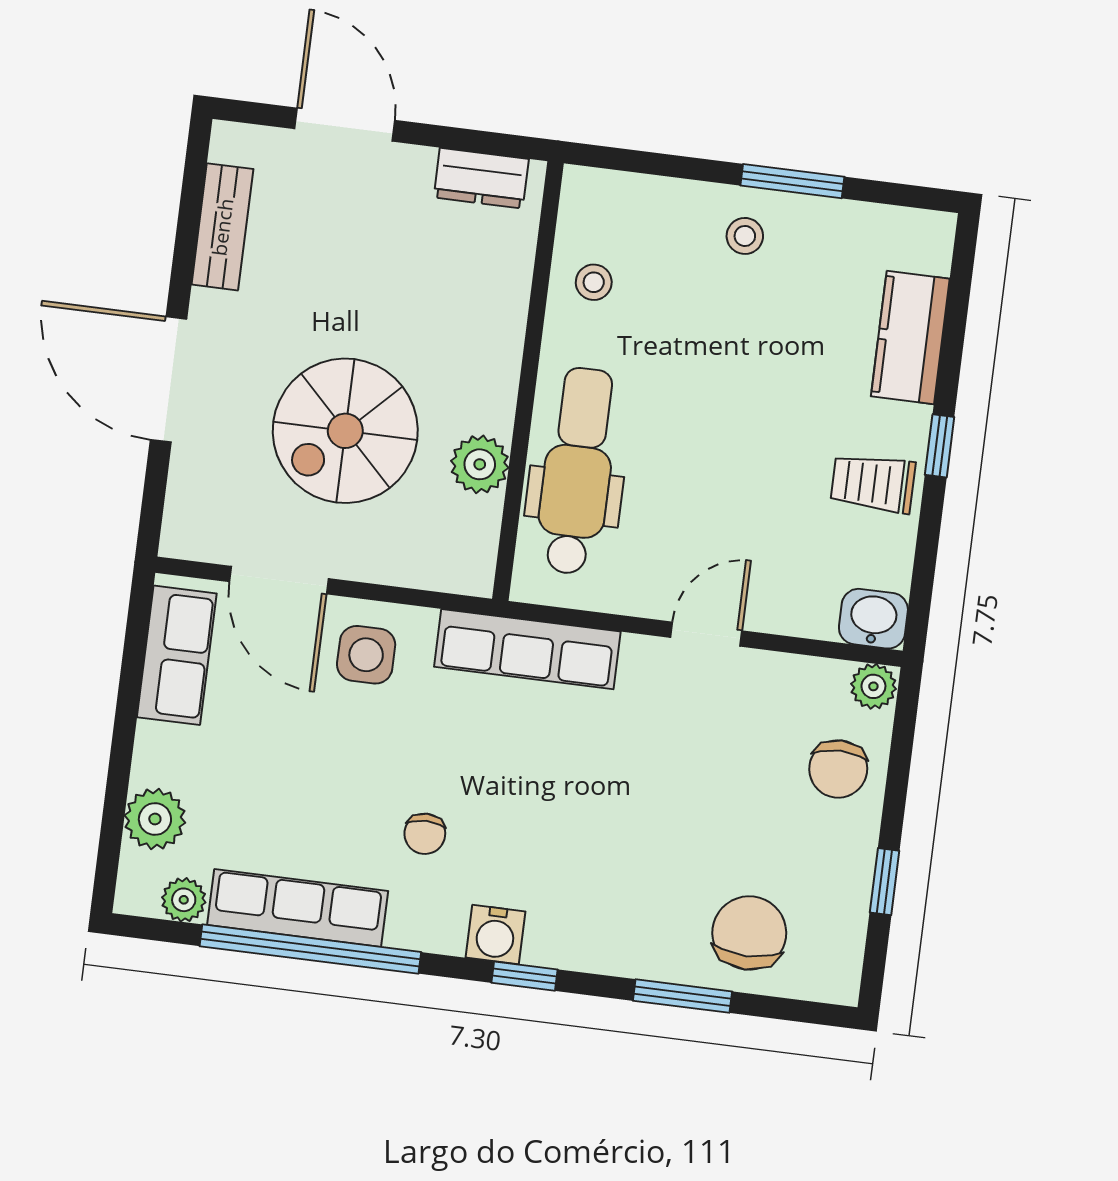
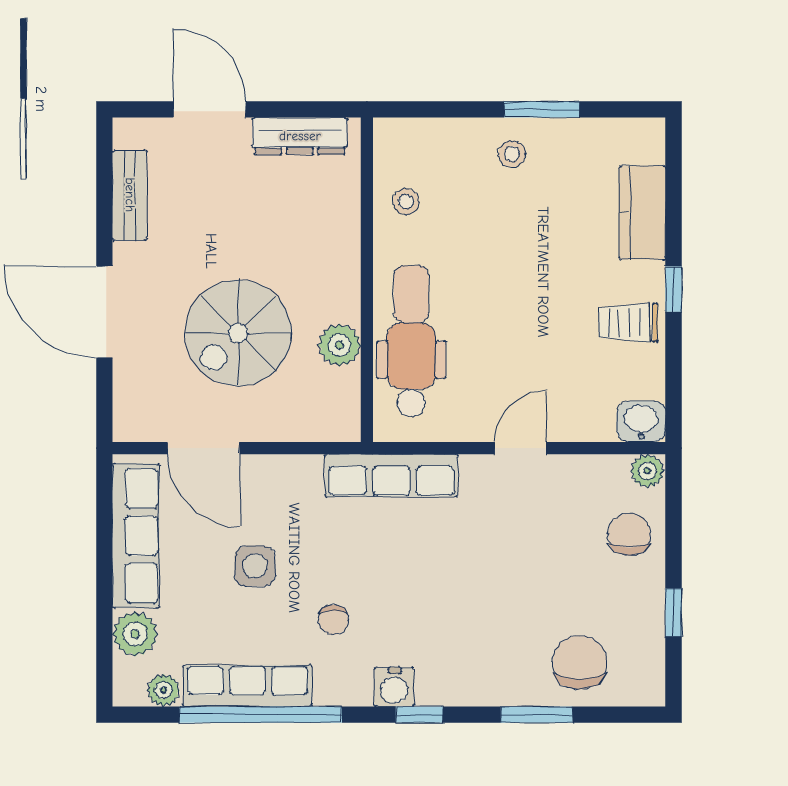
dresser: (481, 178) -> (300, 136), width x1.44
row of seats: (177, 655) -> (136, 536), width x1.48
side table: (366, 655) -> (255, 566), moved
chair: (838, 769) -> (629, 534), turned 180

